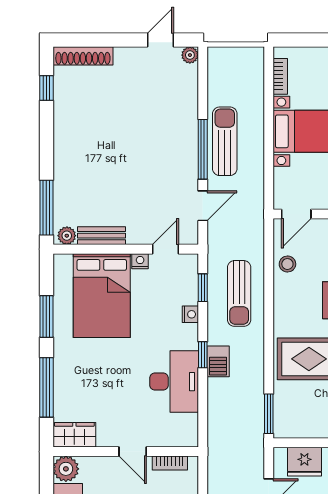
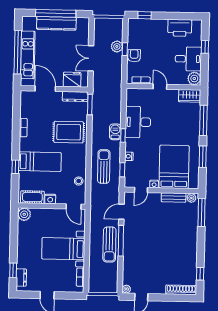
door: (296, 214) -> (74, 207), swing flipped
dresser: (298, 429) -> (75, 97), added

